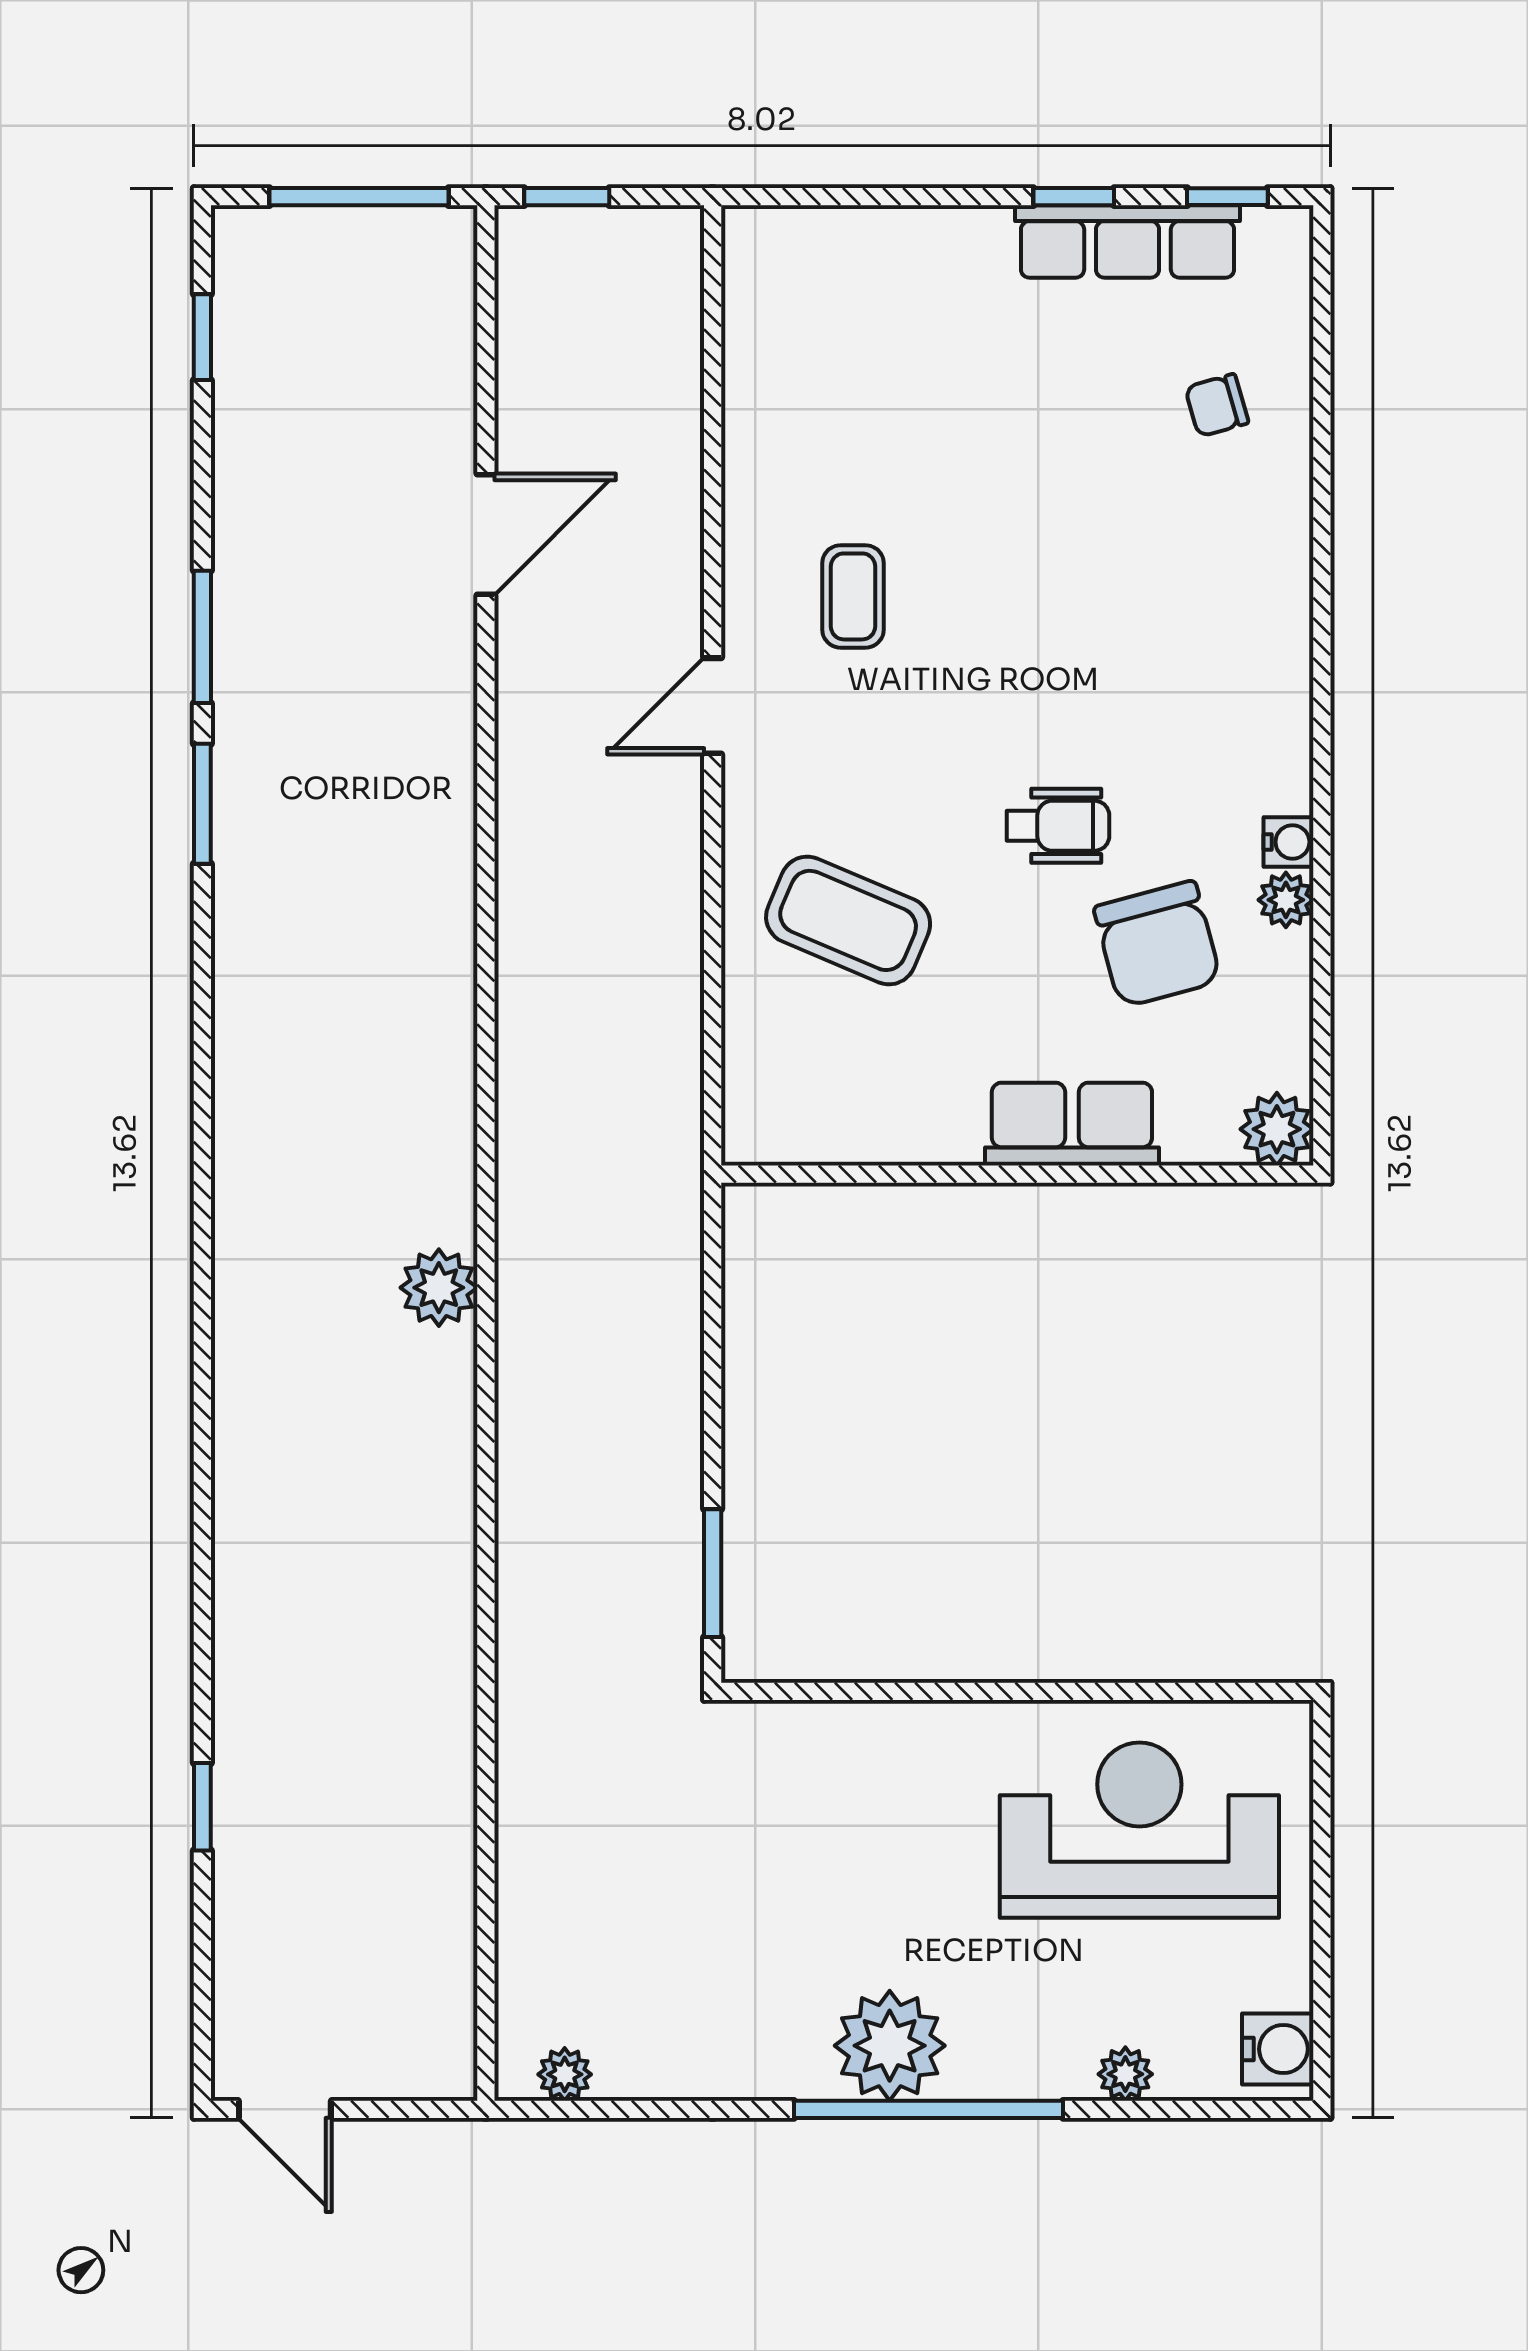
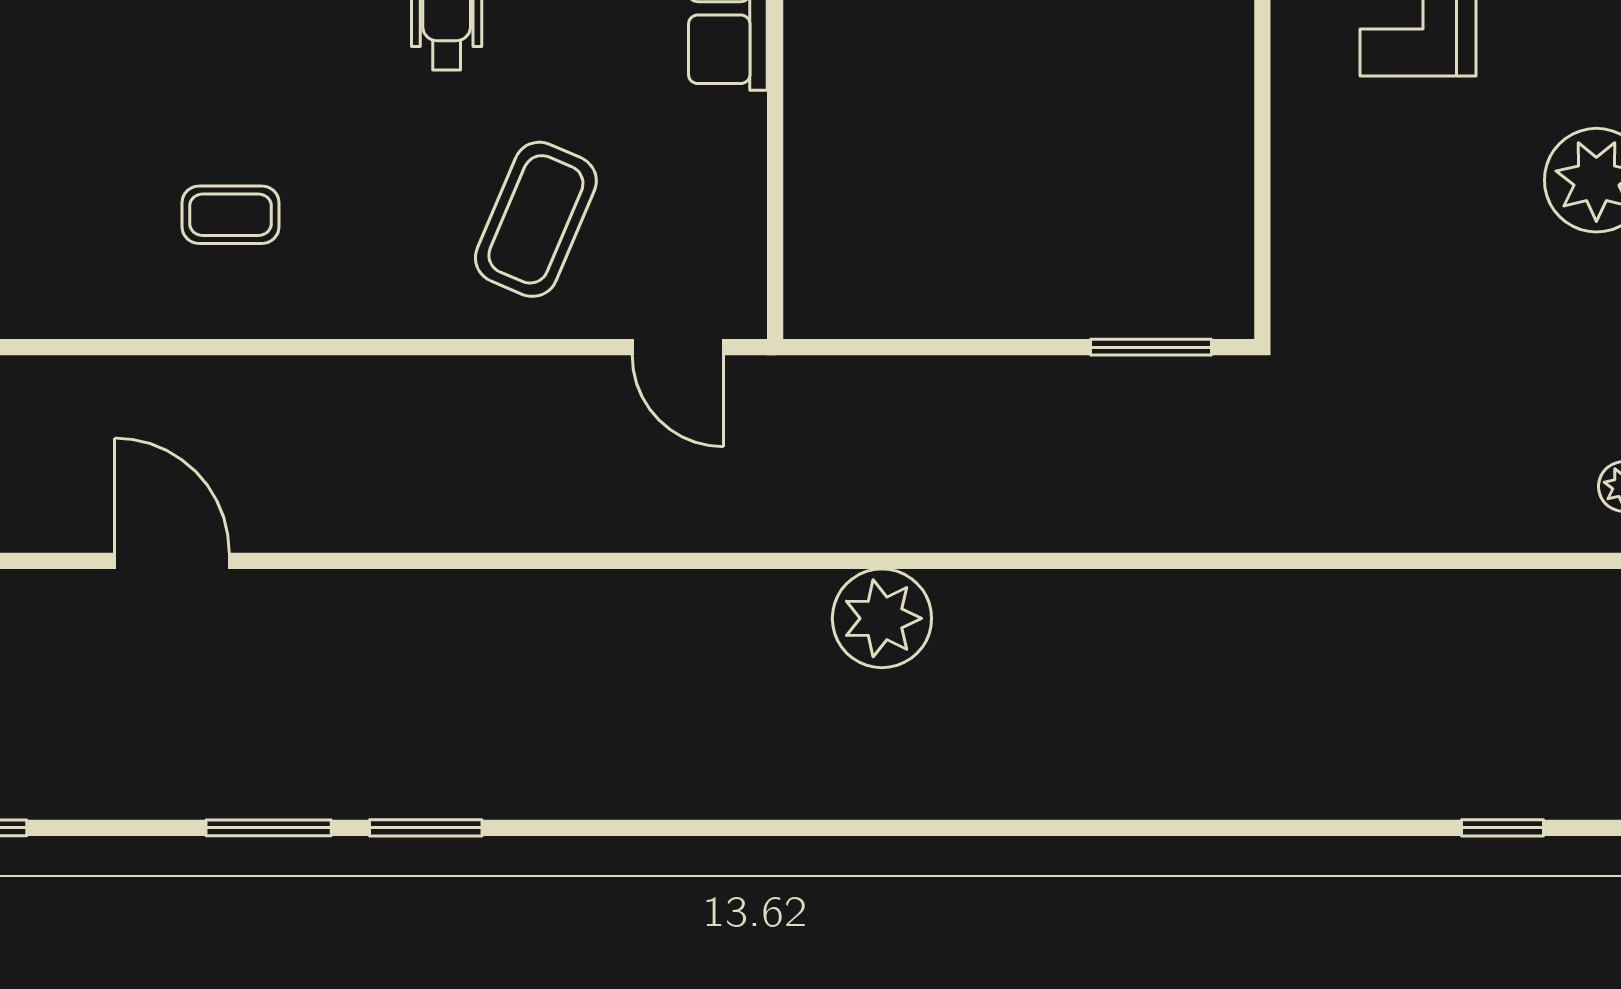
door: (713, 706) -> (678, 347), moved
plant: (439, 1288) -> (882, 618), width x1.36, depth x1.36
window: (202, 1807) -> (1502, 828), moved

